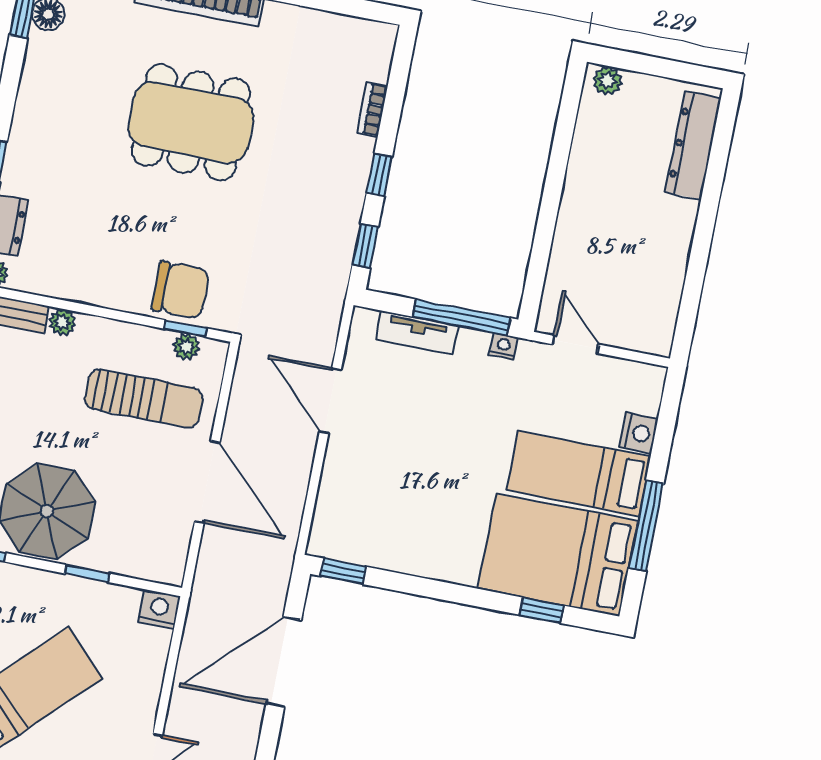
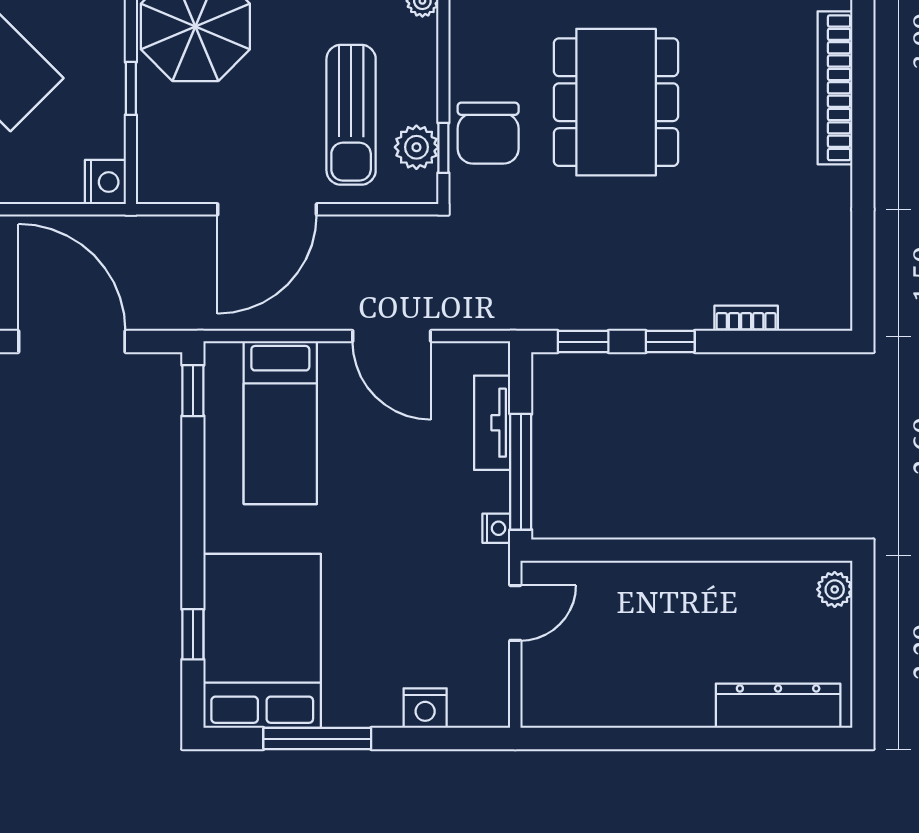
dining table: (191, 122) -> (616, 102), moved
plant: (186, 346) -> (416, 147), width x1.38, depth x1.38
door: (330, 401) -> (392, 336), swing flipped
bed: (579, 473) -> (280, 423), moved, turned 180

